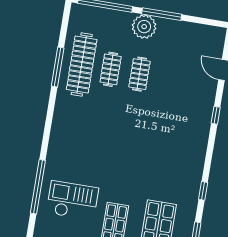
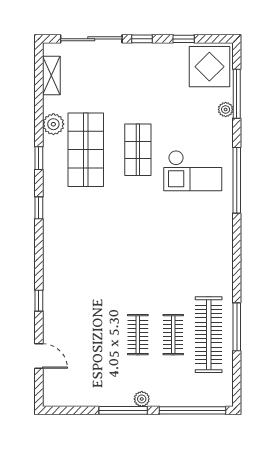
plant: (144, 27) -> (142, 399), width x0.53, depth x0.53

